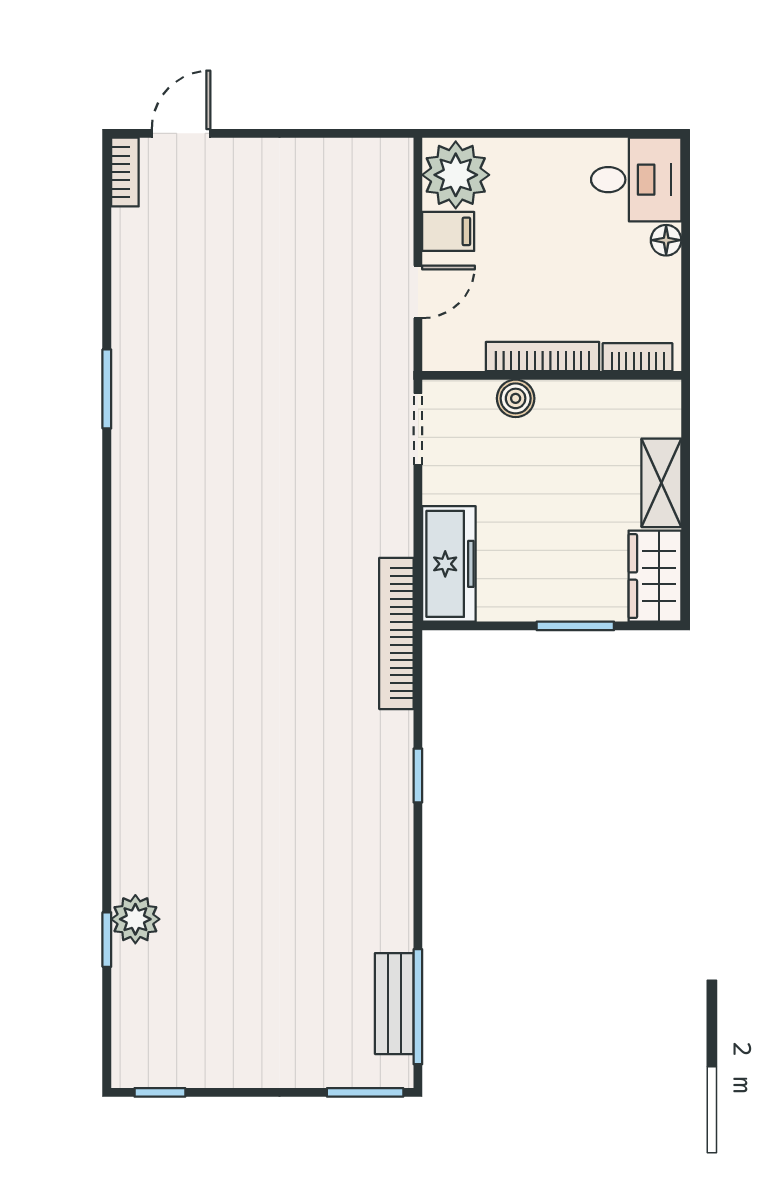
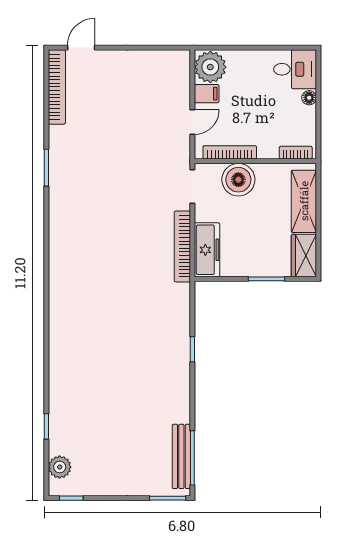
bookcase: (125, 172) -> (57, 87), width x2.31, depth x1.31
bookcase: (543, 356) -> (230, 152), moved
boiler: (516, 398) -> (238, 180), width x1.86, depth x1.86
shelving: (661, 483) -> (304, 201), width x1.50, depth x1.33
bookcase: (396, 633) -> (182, 246), moved
plant: (135, 919) -> (60, 467), moved
bench: (394, 1004) -> (181, 456), width x1.36

